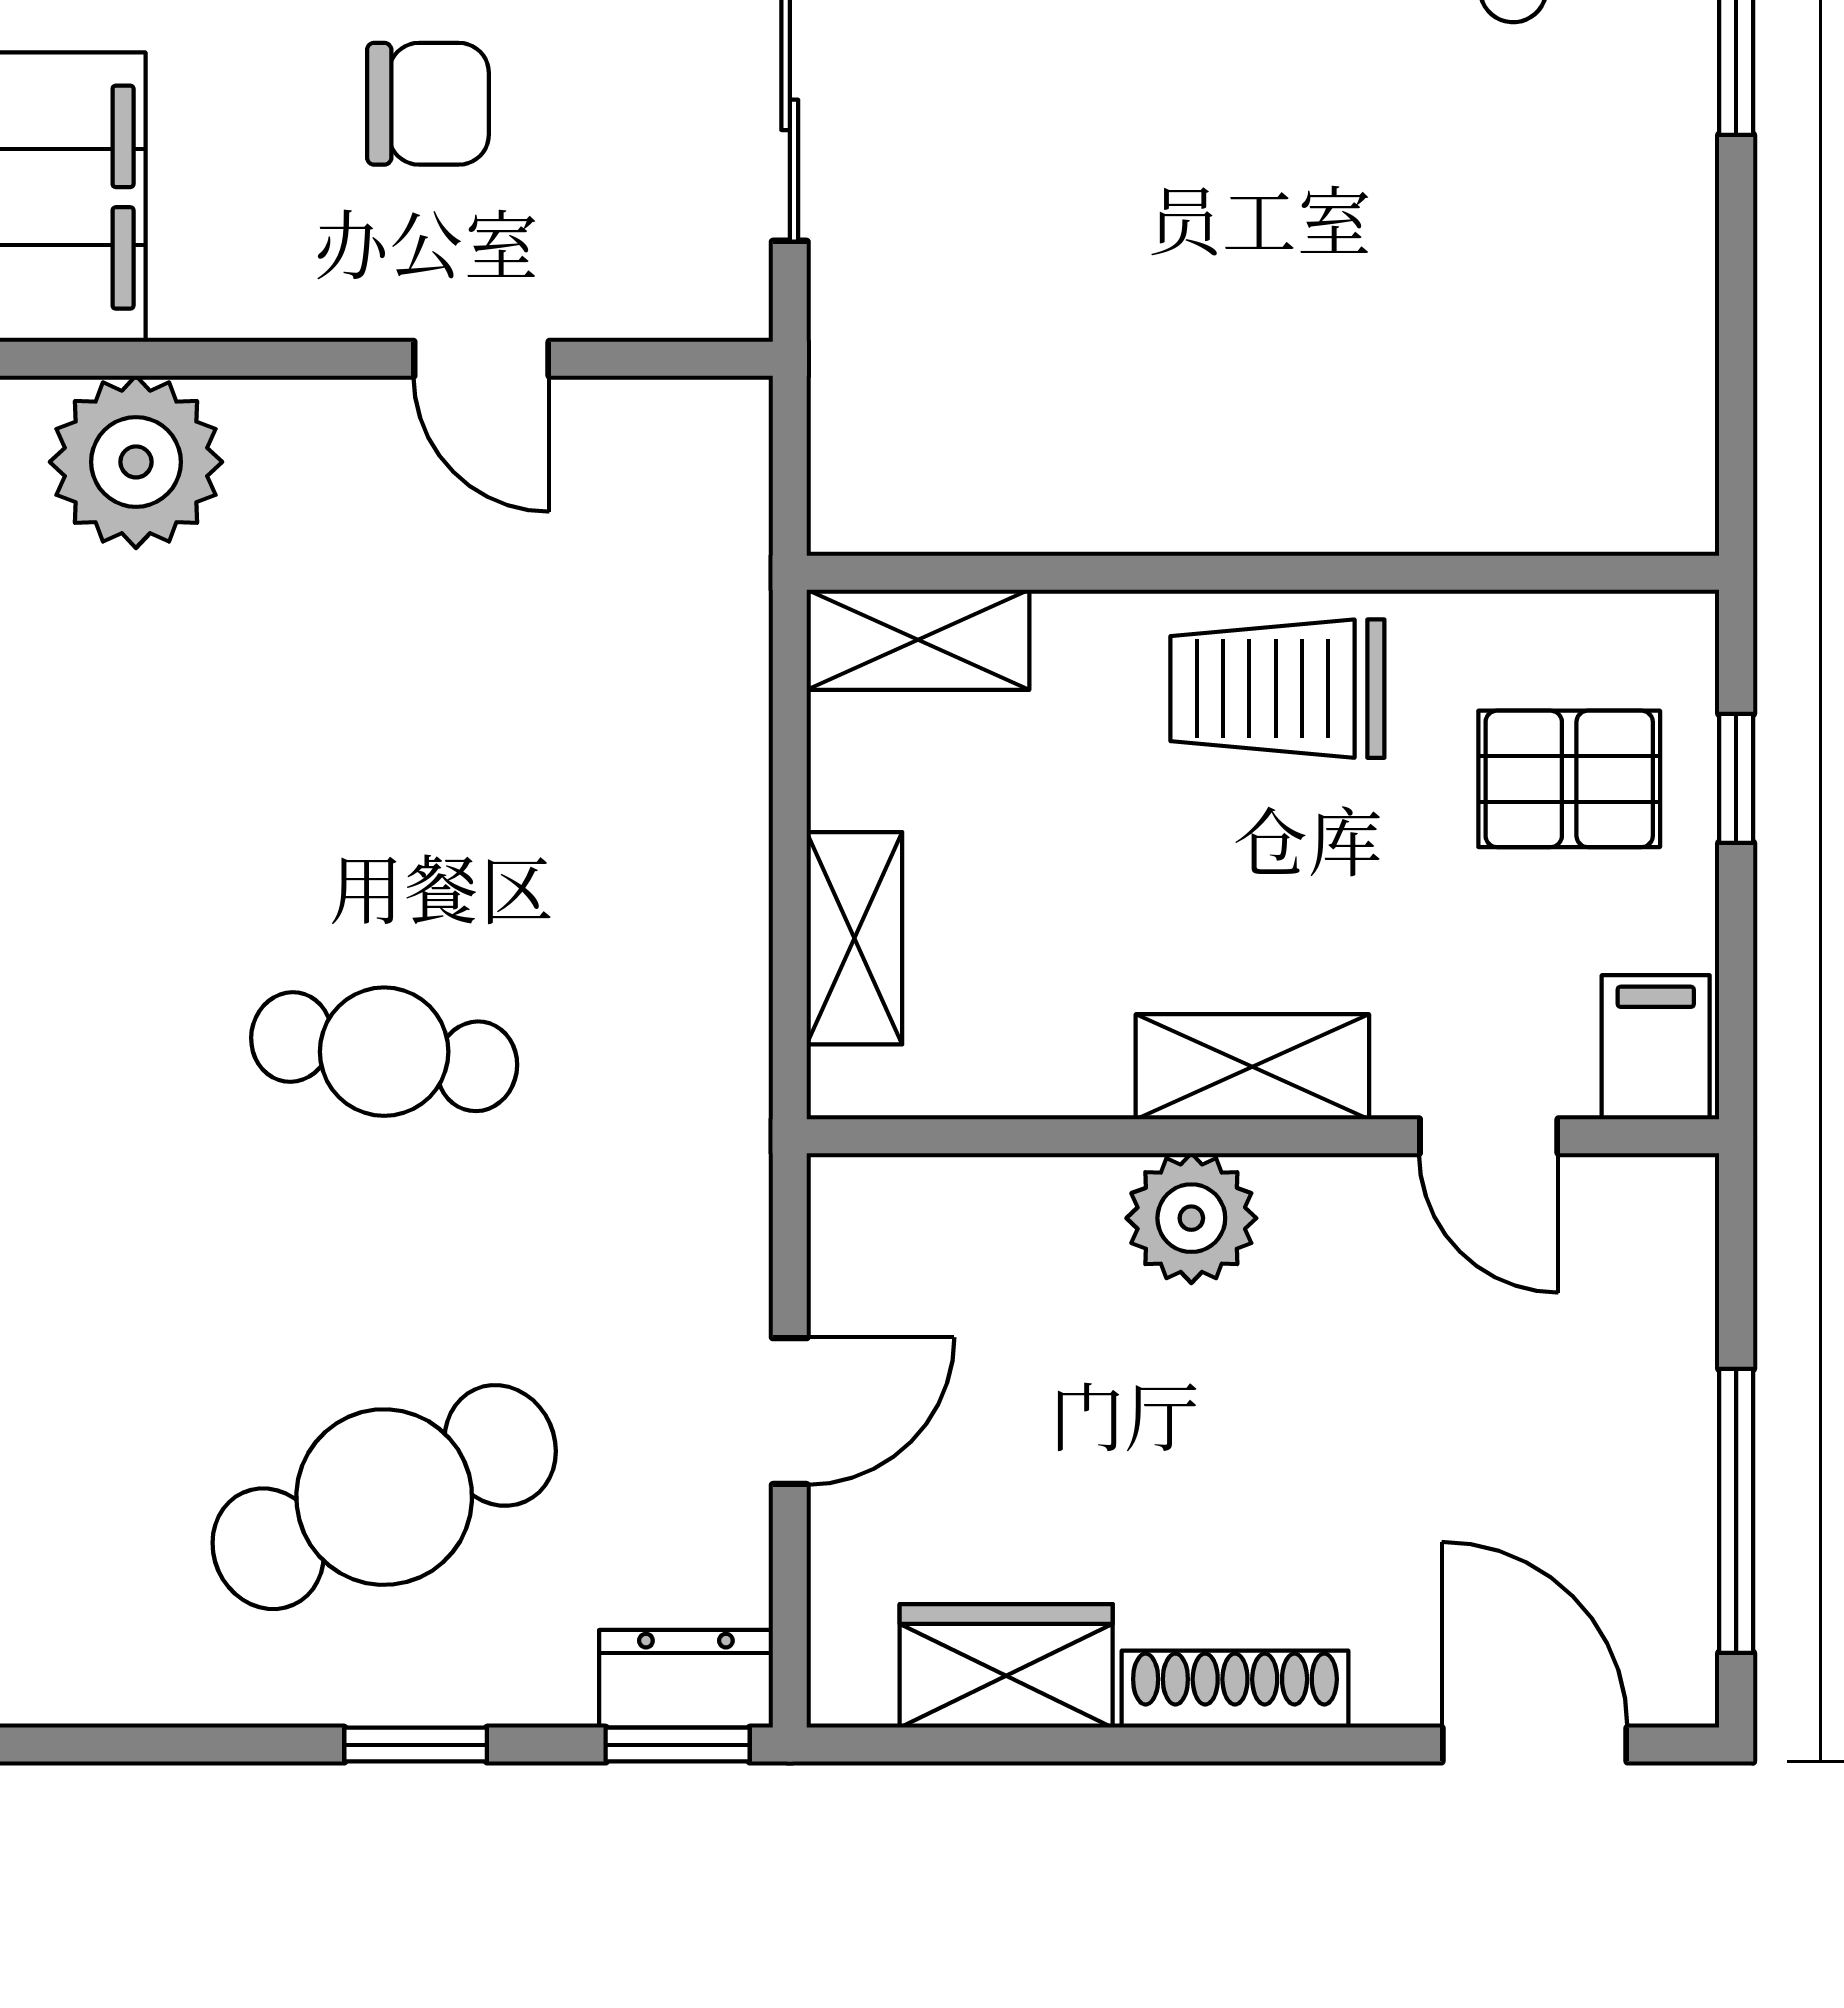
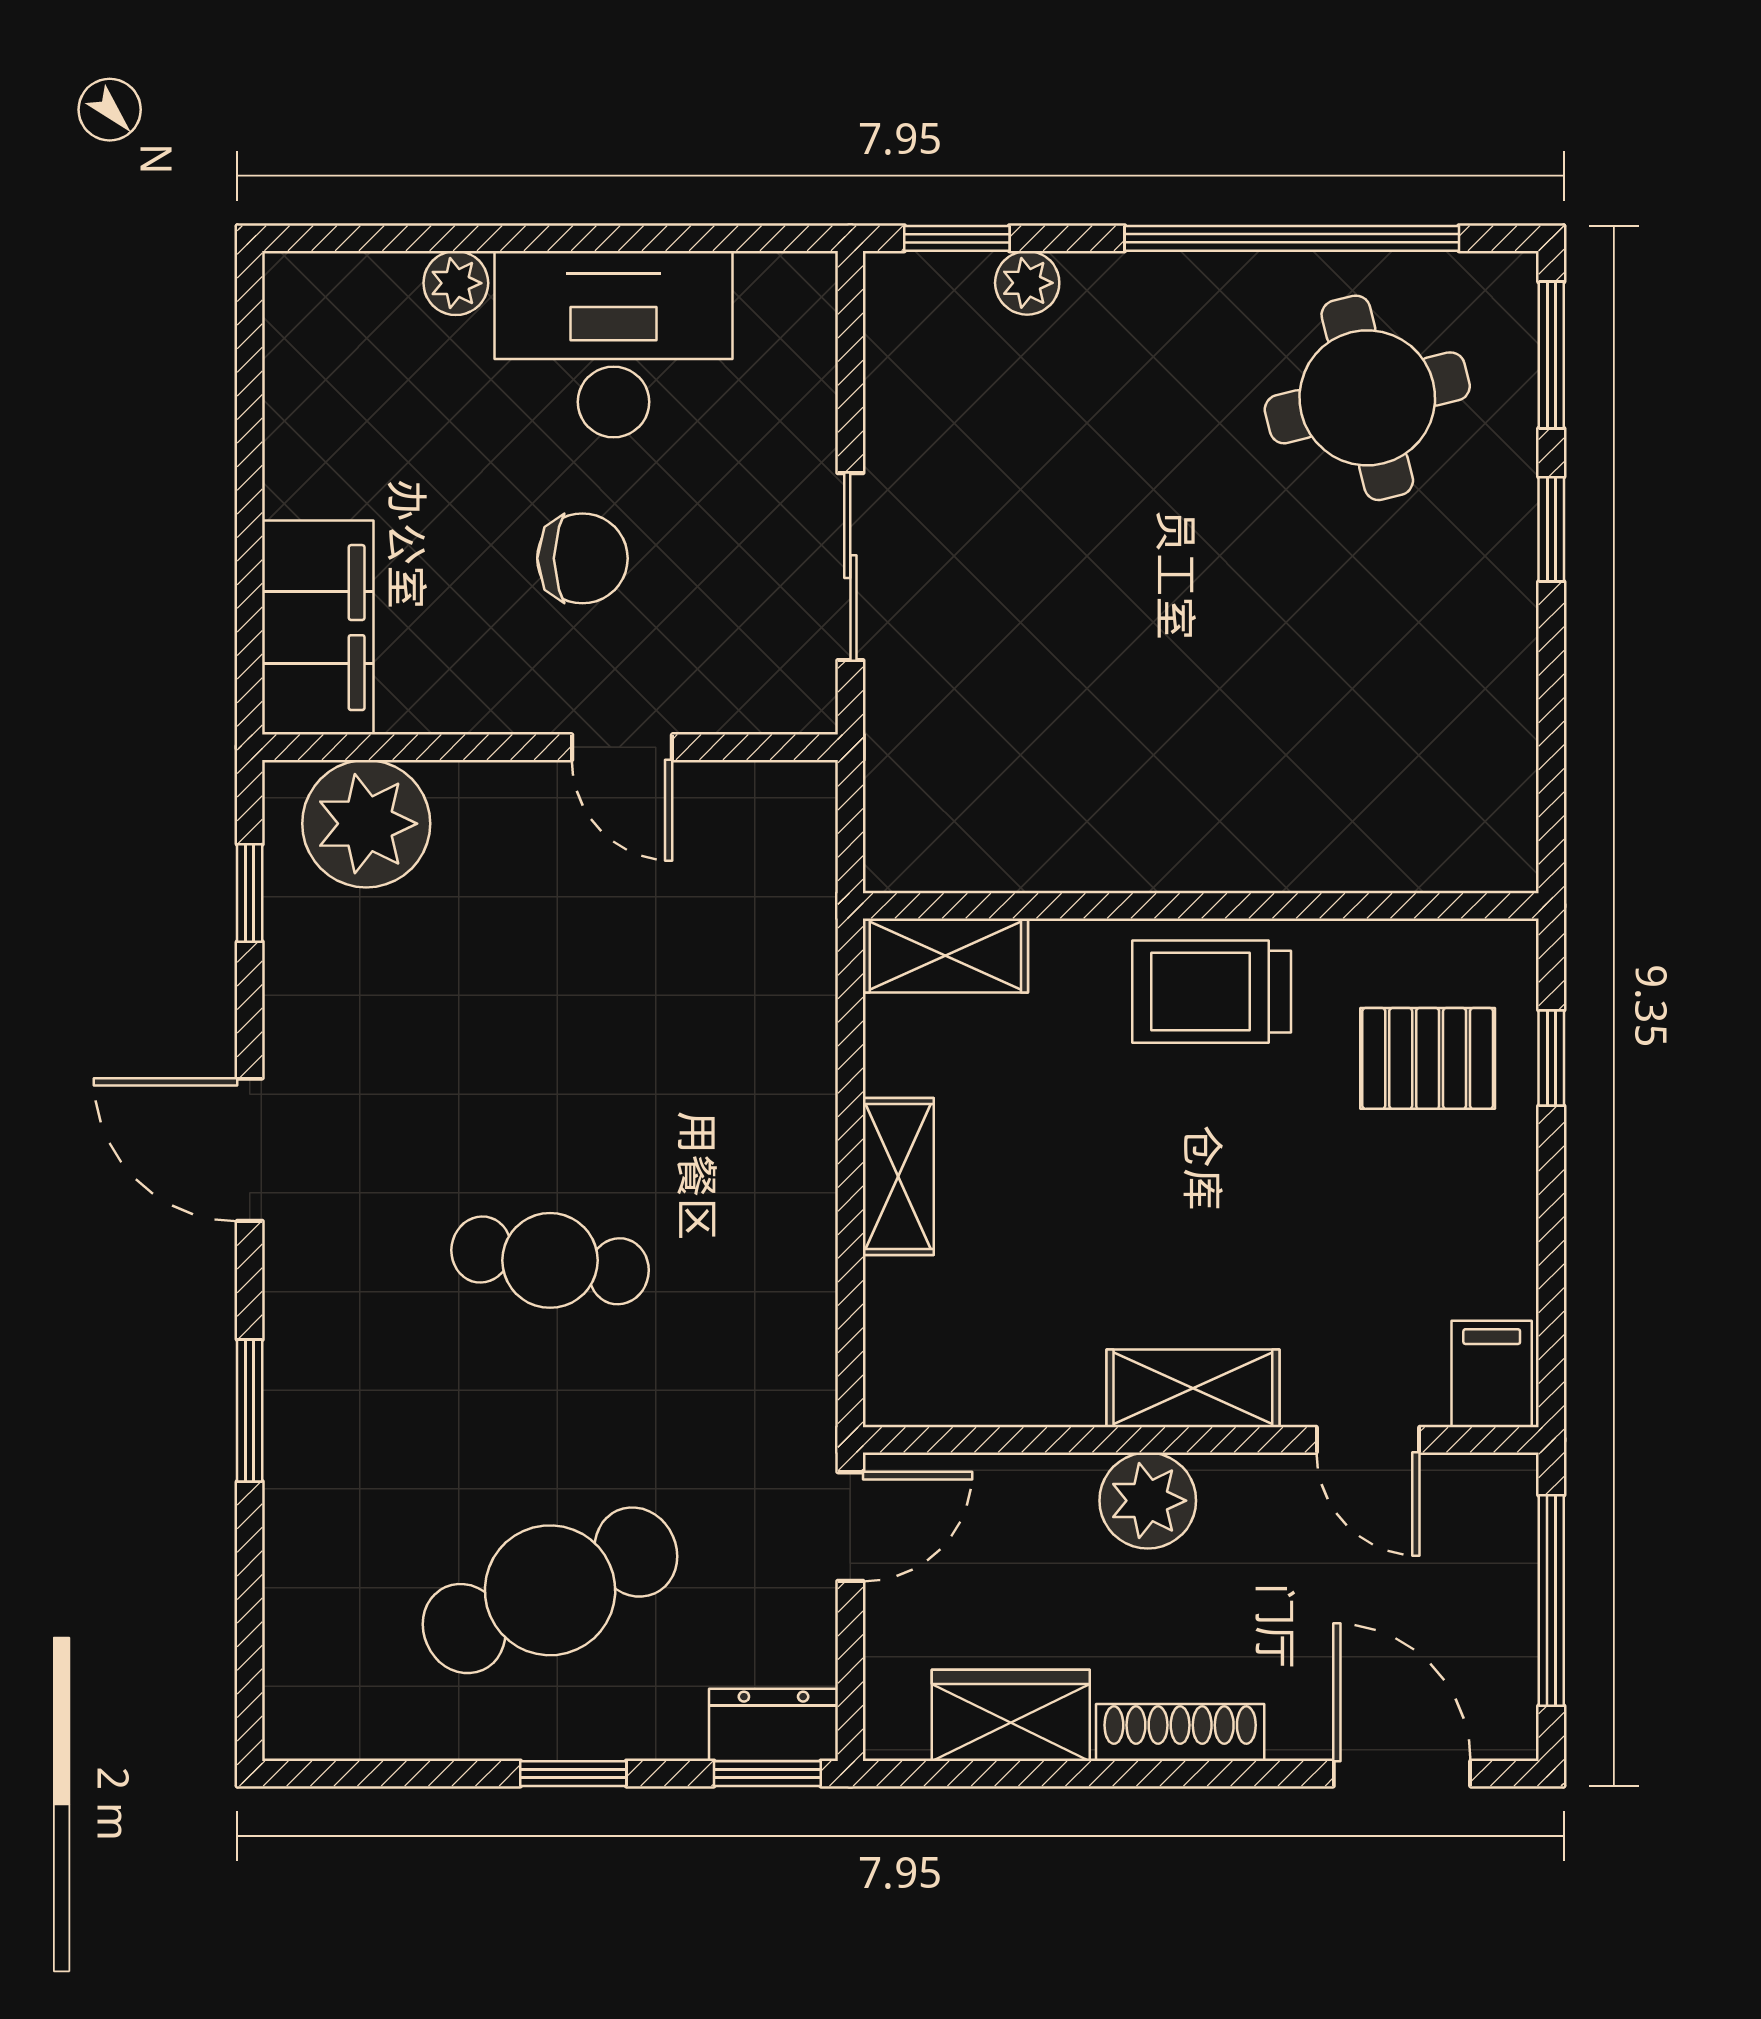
filing cabinet: (1656, 1047) -> (1492, 1374), moved
shelving: (1252, 1067) -> (1193, 1388), moved
wall: (1263, 1136) -> (1201, 1440), moved
door: (1489, 1136) -> (1368, 1440), moved
plant: (1191, 1218) -> (1148, 1501), moved

